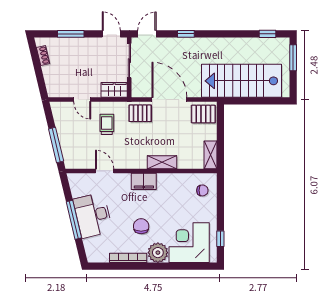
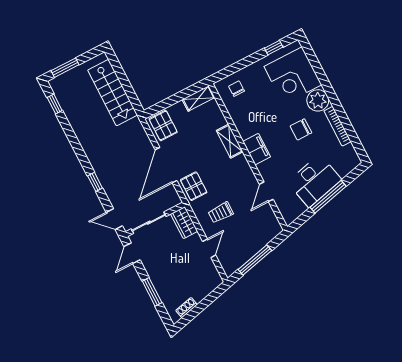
stairs: (242, 81) -> (113, 93), width x0.73, depth x0.66
window: (56, 145) -> (255, 260), moved

